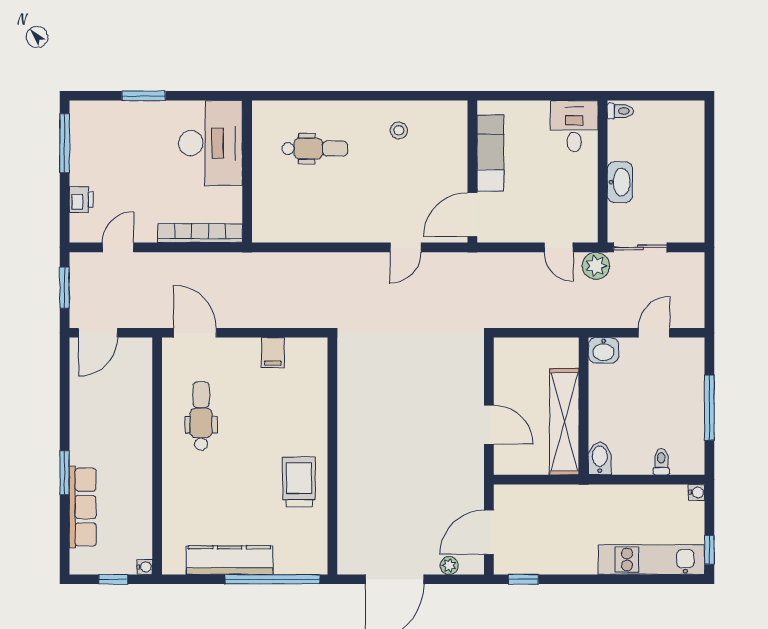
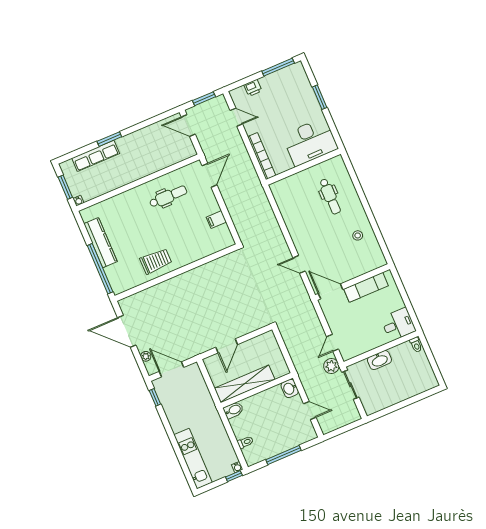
window: (709, 550) -> (234, 476), moved
window: (113, 579) -> (65, 187), width x1.50

